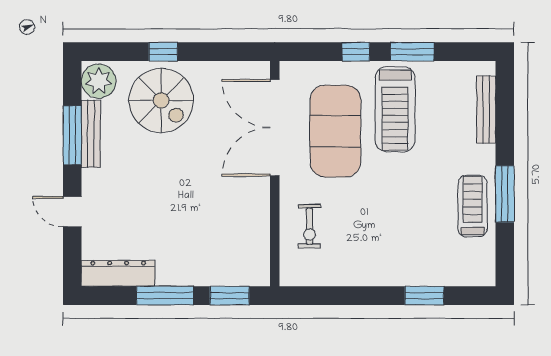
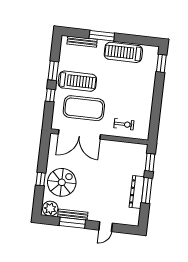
window: (505, 194) -> (102, 36), moved
treadmill: (473, 206) -> (123, 52), width x1.37, depth x1.38
dresser: (118, 273) -> (137, 192), moved
window: (424, 296) -> (161, 63), moved

